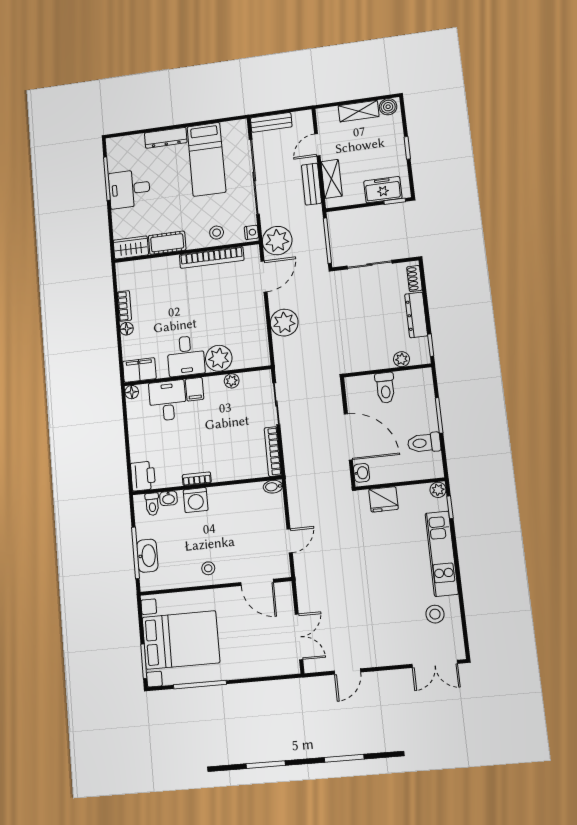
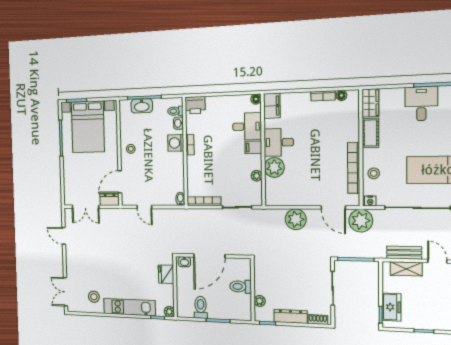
floor lamp: (127, 329) -> (341, 95), moved
dresser: (285, 597) -> (110, 200), added

